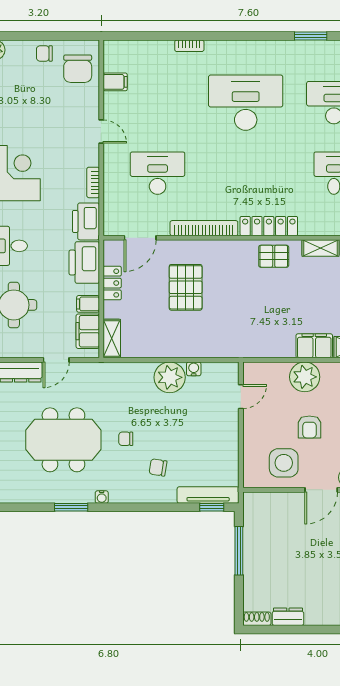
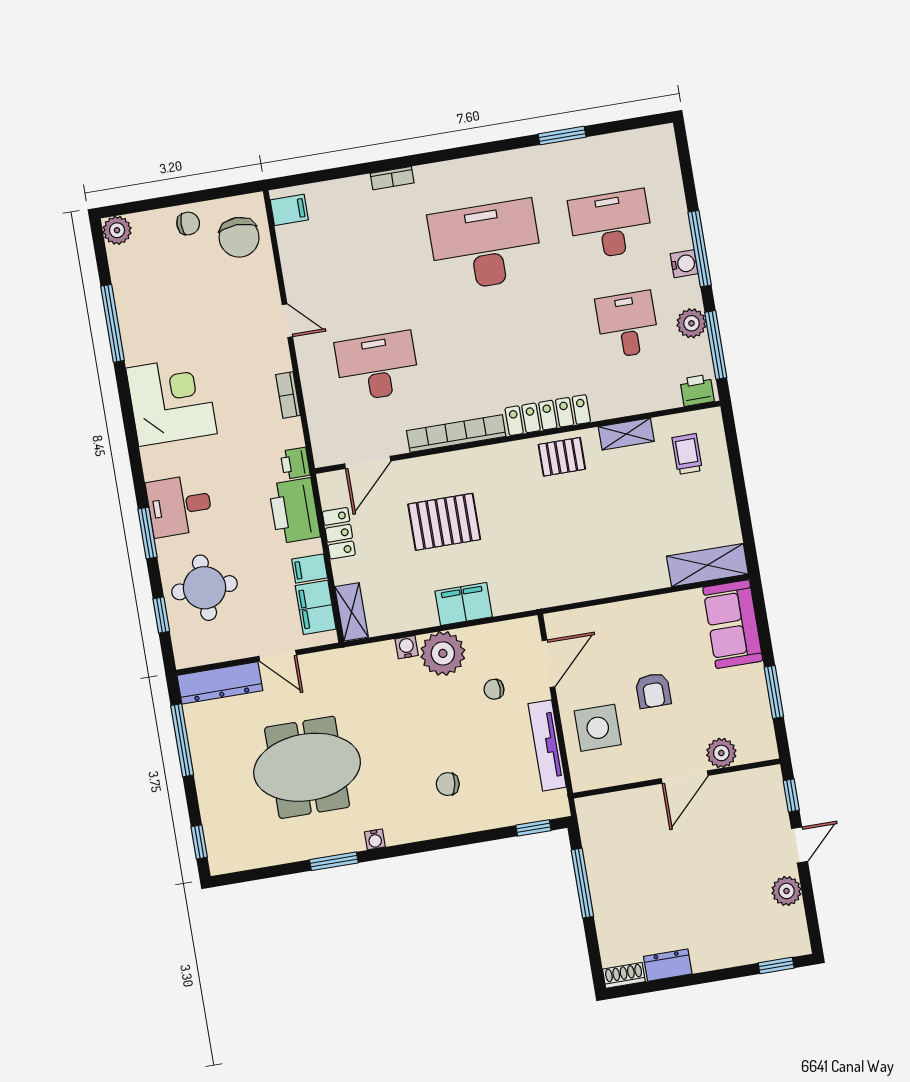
chair: (44, 53) -> (188, 223), turned 180
filing cabinet: (115, 82) -> (289, 210), moved
printer: (86, 221) -> (295, 463), width x0.53, depth x0.68
pallet: (186, 287) -> (444, 522), turned 90
filing cabinet: (314, 346) -> (464, 604), moved
door: (56, 360) -> (278, 656), hinge flipped
water cooler: (194, 369) -> (407, 647), moved
plant: (305, 377) -> (634, 621), removed
door: (241, 397) -> (548, 664), width x1.38
chair: (126, 439) -> (494, 689), moved
side table: (284, 463) -> (598, 728), moved
tv unit: (208, 495) -> (547, 745), moved, turned -90

